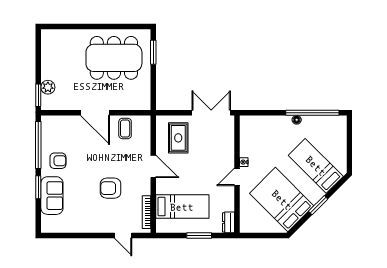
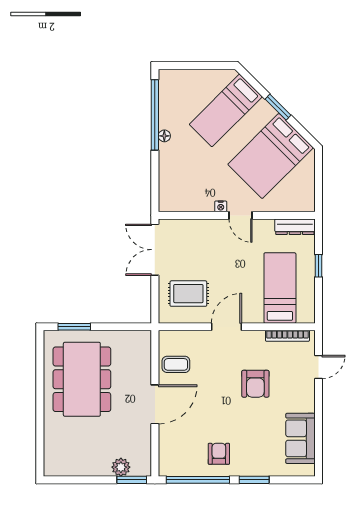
sofa: (52, 196) -> (300, 438), moved, turned -90
dresser: (228, 222) -> (295, 227), width x1.44
window: (199, 236) -> (318, 266), width x0.67

